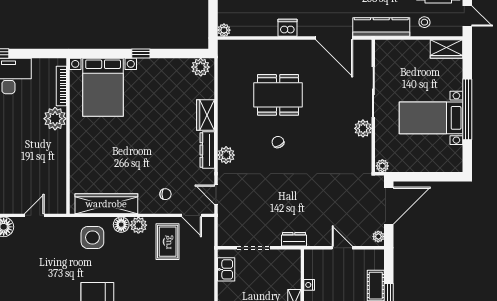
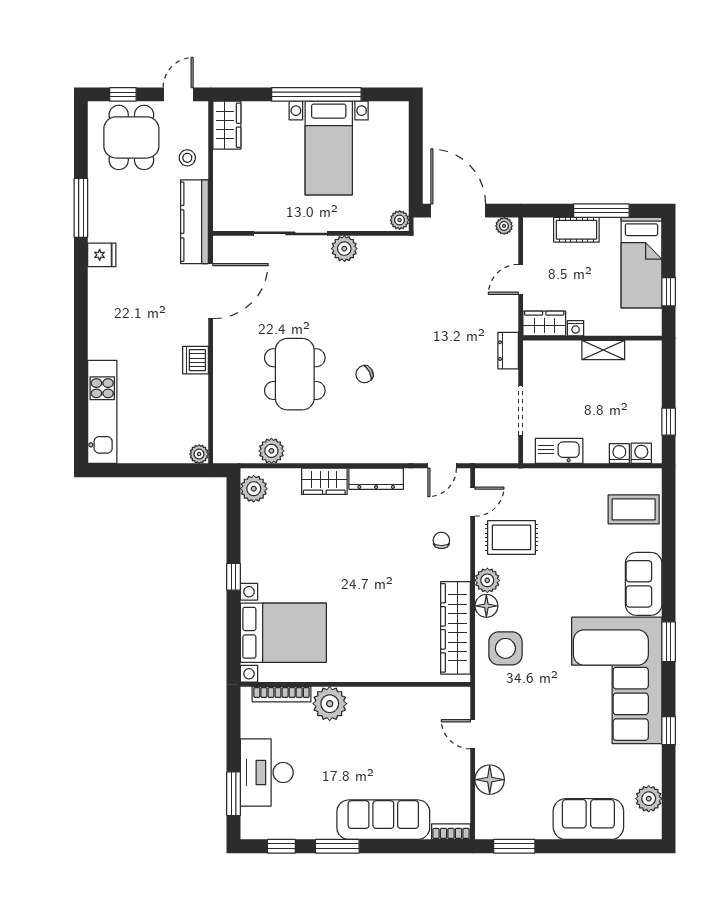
plant: (226, 155) -> (271, 451), moved
wardrobe: (312, 264) -> (544, 323), added
kitchen sink: (226, 269) -> (559, 451), width x1.38

